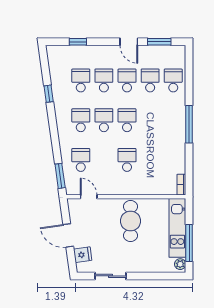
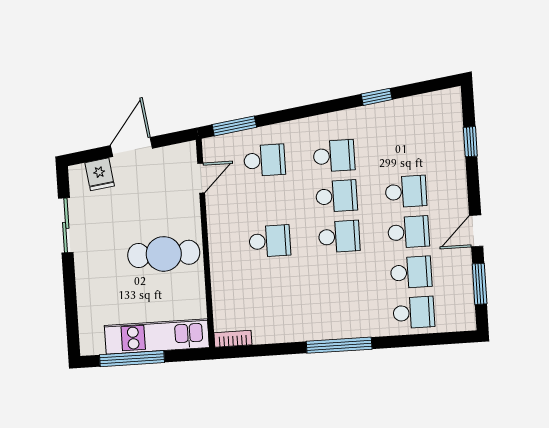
school desk: (81, 80) -> (403, 151), removed
plant: (180, 264) -> (94, 345), removed

